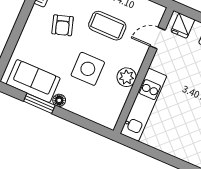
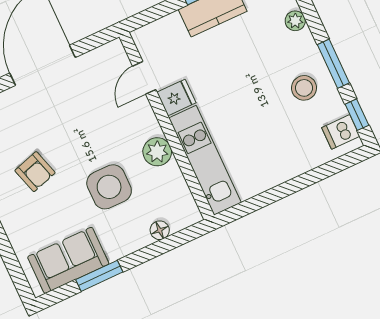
coffee table: (107, 26) -> (80, 122), removed
fridge: (183, 26) -> (176, 98), moved, turned -90
floor lamp: (59, 100) -> (160, 230), moved

